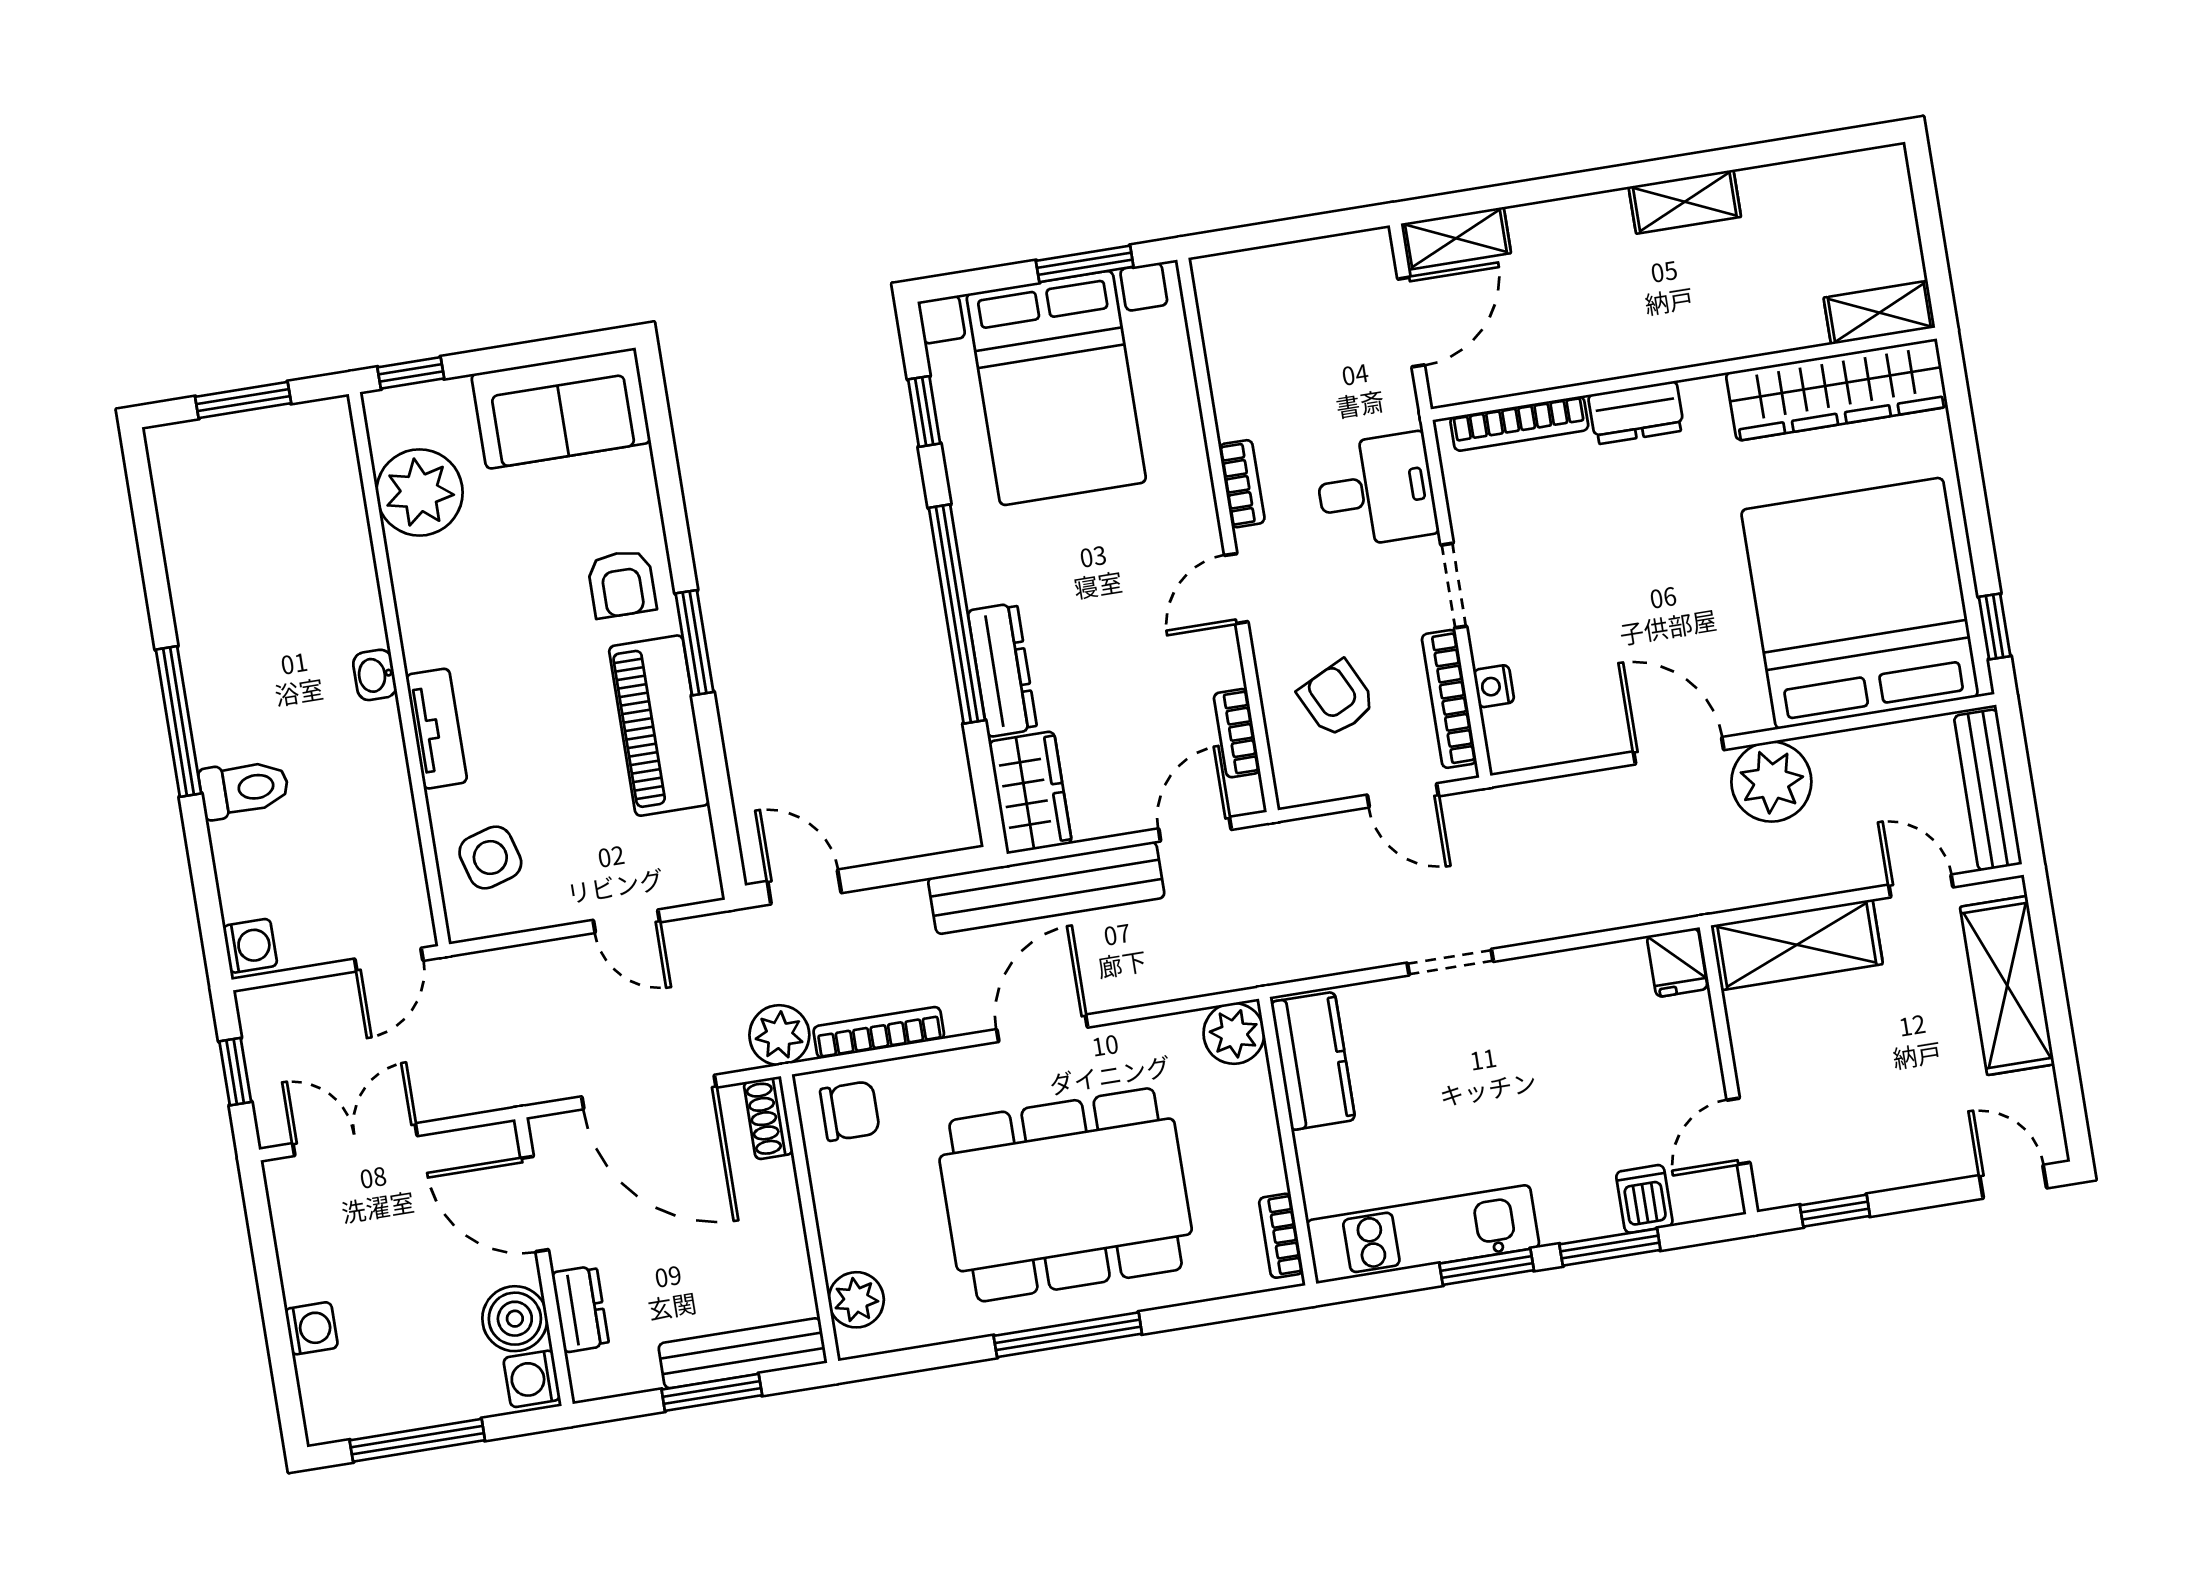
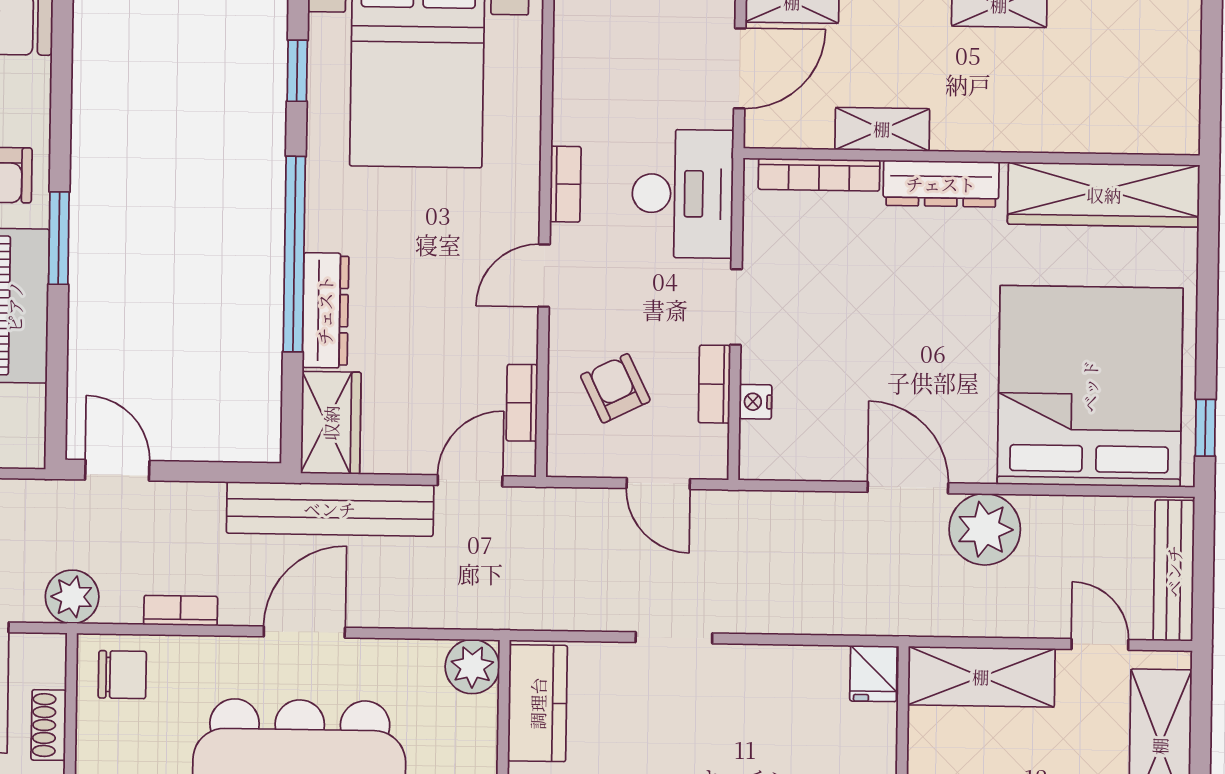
shelving: (1879, 313) -> (882, 129), moved
dresser: (1636, 413) -> (941, 184), width x1.44
desk: (1376, 490) -> (683, 194), width x1.37
bookcase: (1449, 699) -> (714, 384), width x0.64
bookcase: (879, 1033) -> (181, 611), width x0.64
shoe rack: (768, 1118) -> (49, 725), moved

